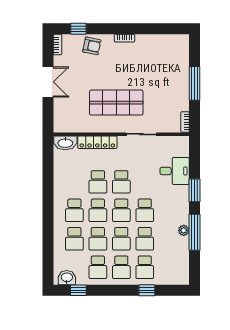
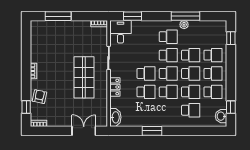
double door: (48, 82) -> (84, 131), moved
window: (195, 83) -> (58, 16), moved
locker: (97, 142) -> (115, 87), width x0.66
desk: (175, 171) -> (120, 32), moved
window: (48, 190) -> (152, 131), added
window: (195, 190) -> (133, 16), moved
school desk: (74, 210) -> (168, 37), moved
window: (147, 290) -> (231, 38), moved

